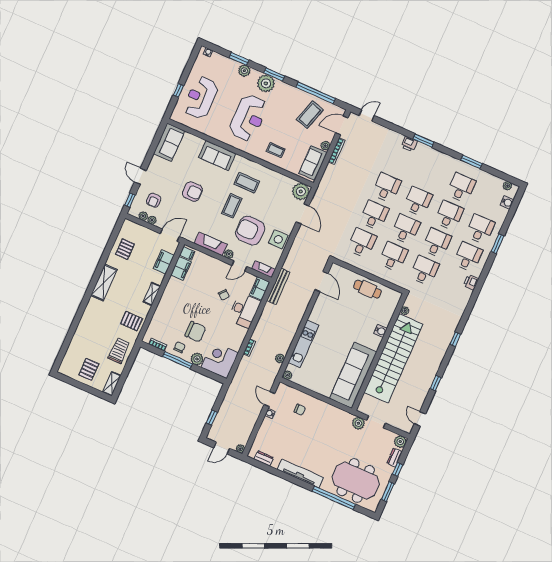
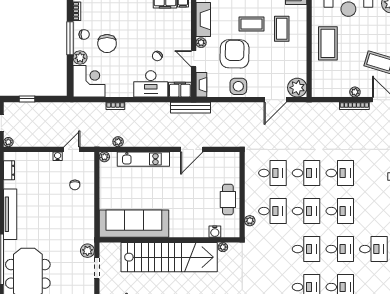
coffee table: (276, 150) -> (328, 43), width x1.86, depth x1.72
sofa: (313, 163) -> (332, 87), removed
desk: (424, 271) -> (272, 249), removed
plant: (393, 279) -> (250, 221), added
door: (321, 282) -> (192, 149), moved
water cooler: (381, 331) -> (215, 232), moved

